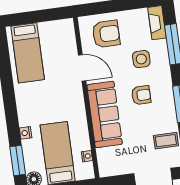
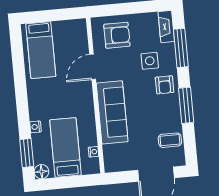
door: (82, 68) -> (93, 67), swing flipped
armchair: (141, 95) -> (165, 85), moved, turned 90

